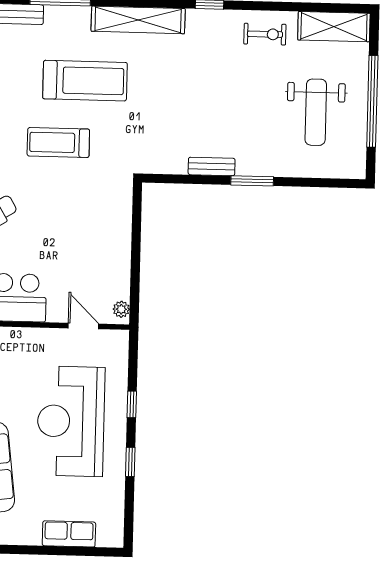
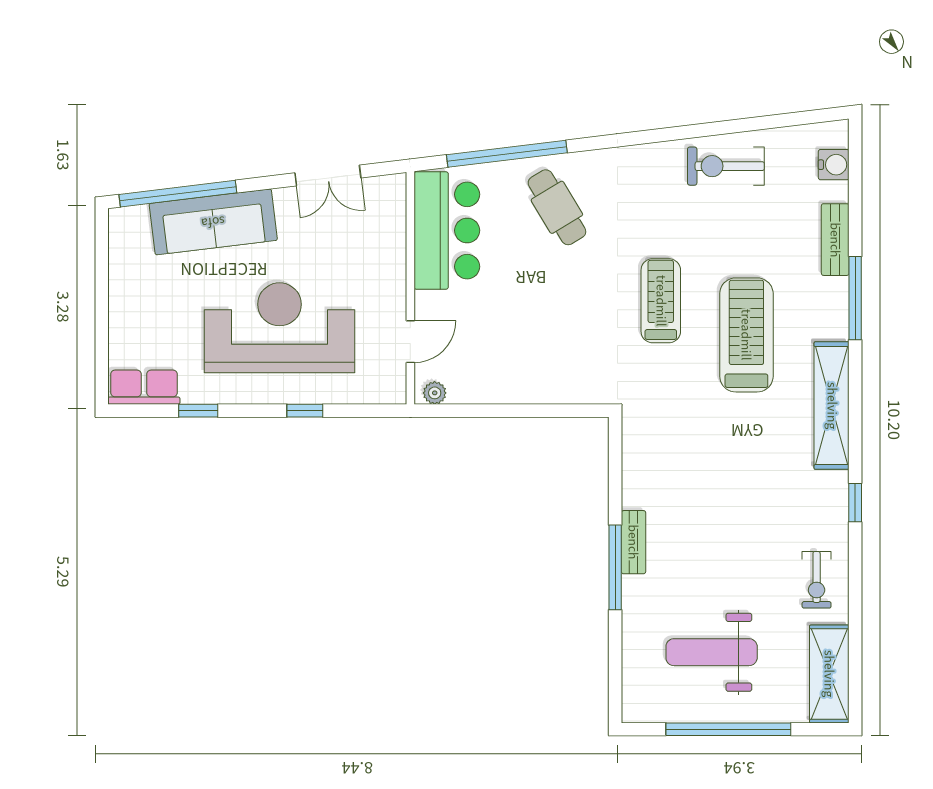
treadmill: (85, 81) -> (746, 335), turned 180
bench: (212, 166) -> (633, 542), moved
window: (252, 181) -> (615, 567), width x1.44
window: (130, 462) -> (198, 411), moved
row of seats: (69, 534) -> (144, 387), moved, turned -90

